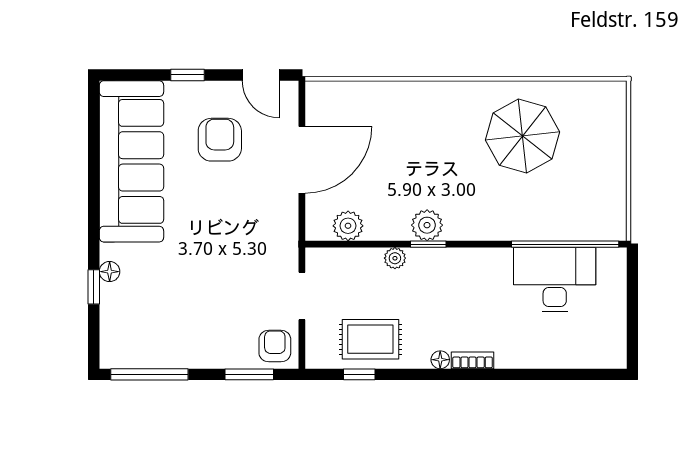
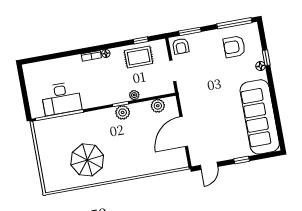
door: (261, 75) -> (209, 166), swing flipped
armchair: (220, 140) -> (234, 47), moved, turned 90

